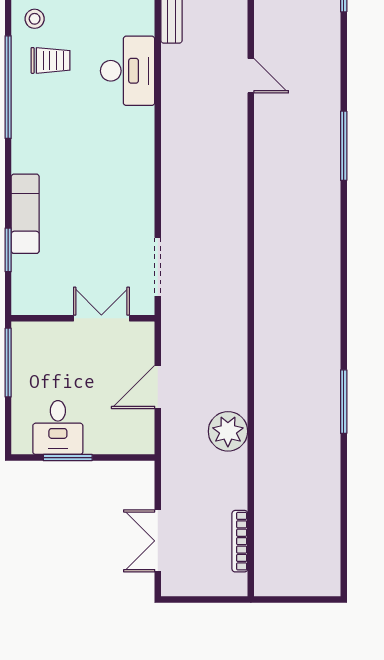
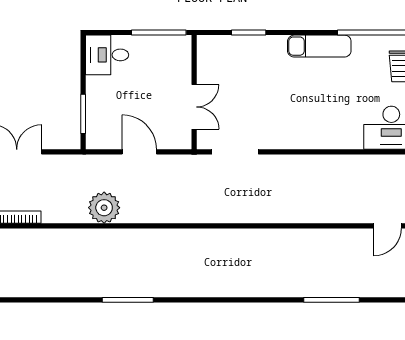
exam couch: (25, 214) -> (319, 46), moved
desk: (58, 428) -> (107, 55), moved
window: (68, 458) -> (83, 114), moved

